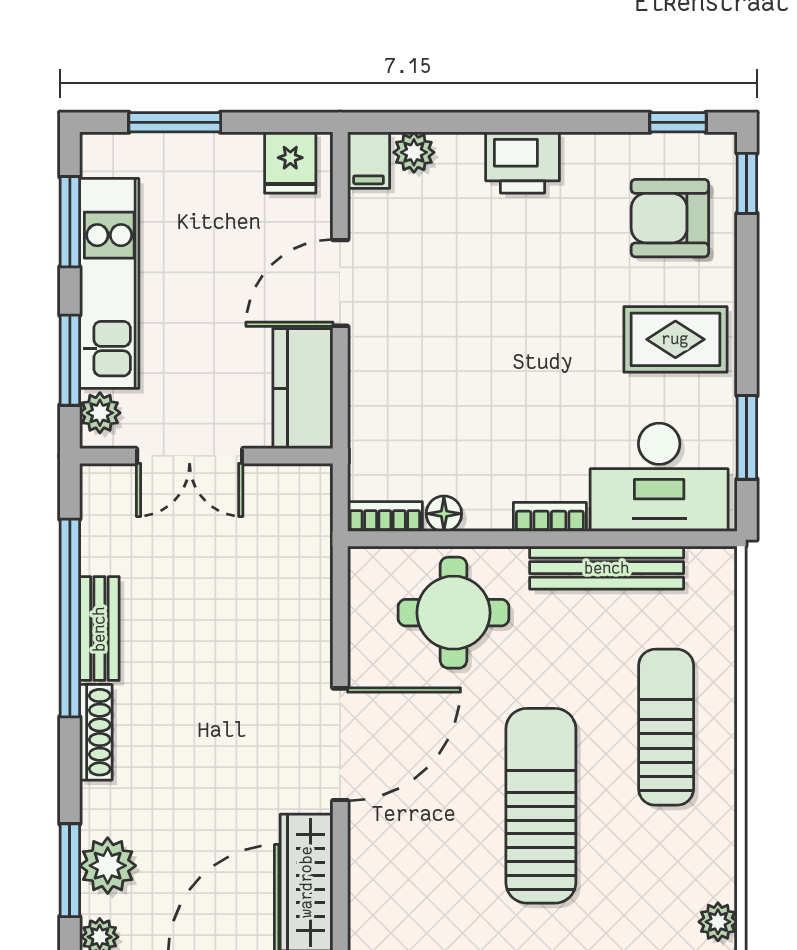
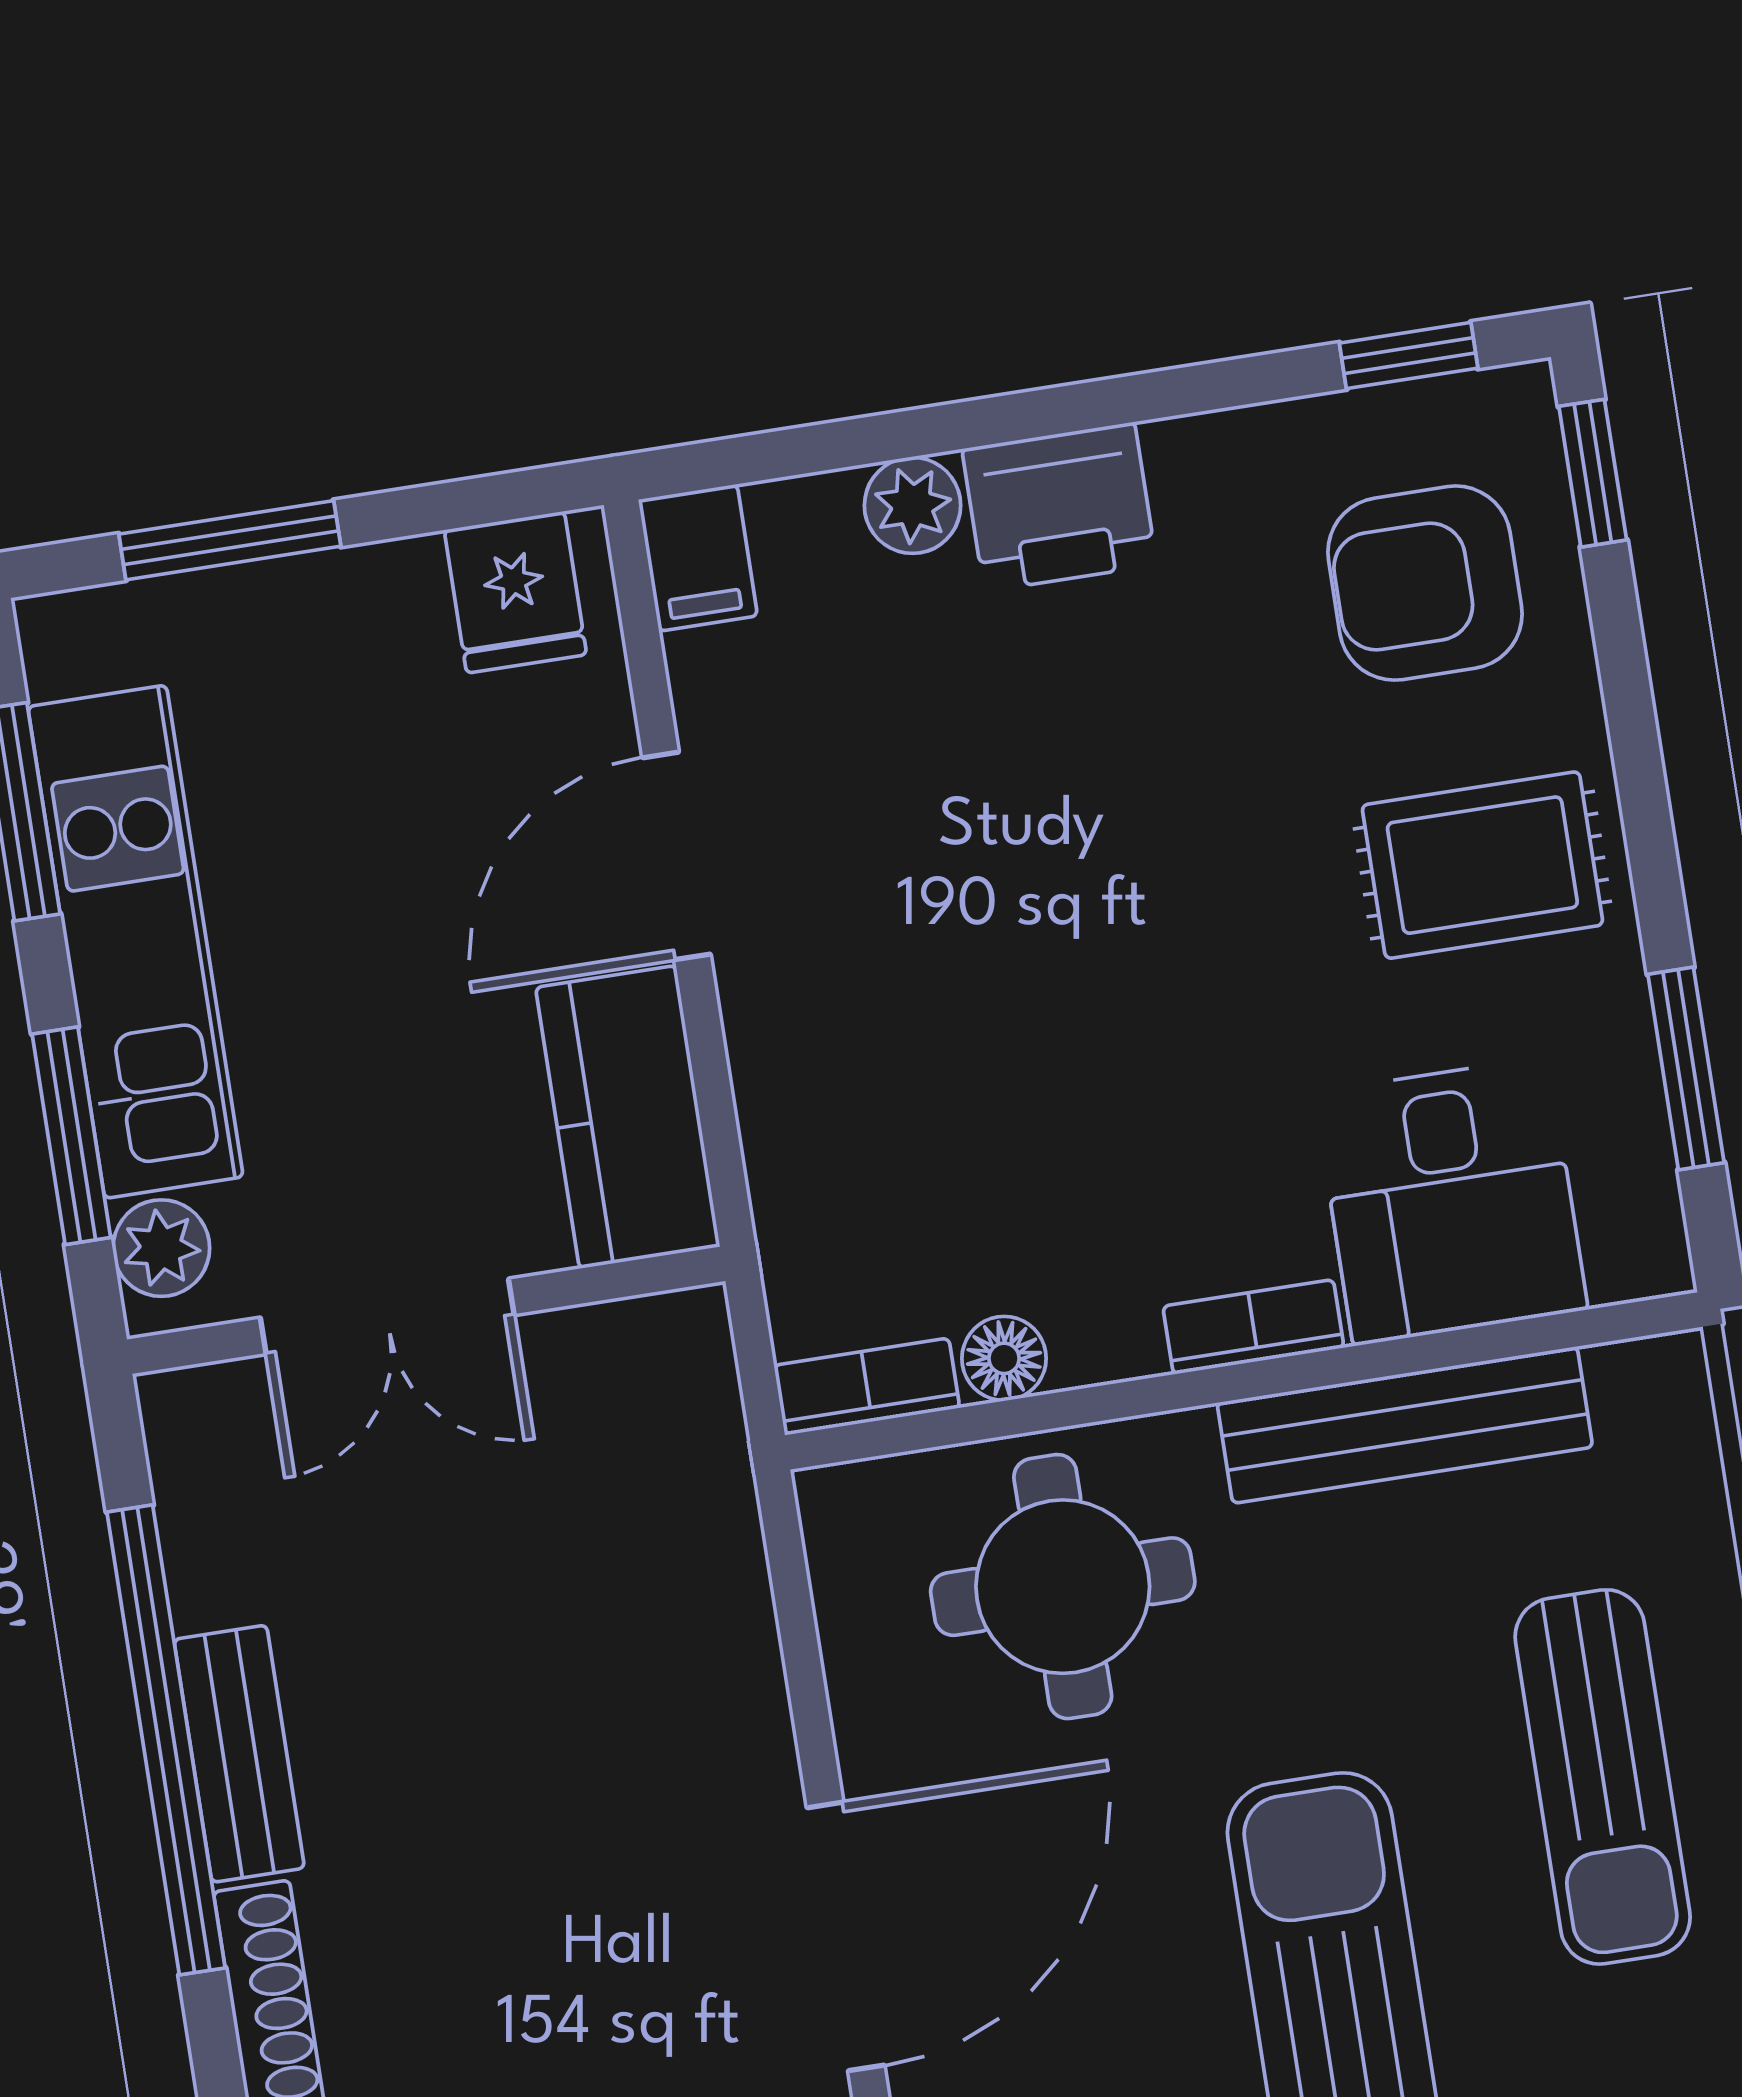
plant: (414, 152) -> (913, 505), moved
desk: (659, 477) -> (1451, 1201), width x0.73
sun lounger: (666, 727) -> (1603, 1777), turned 180

